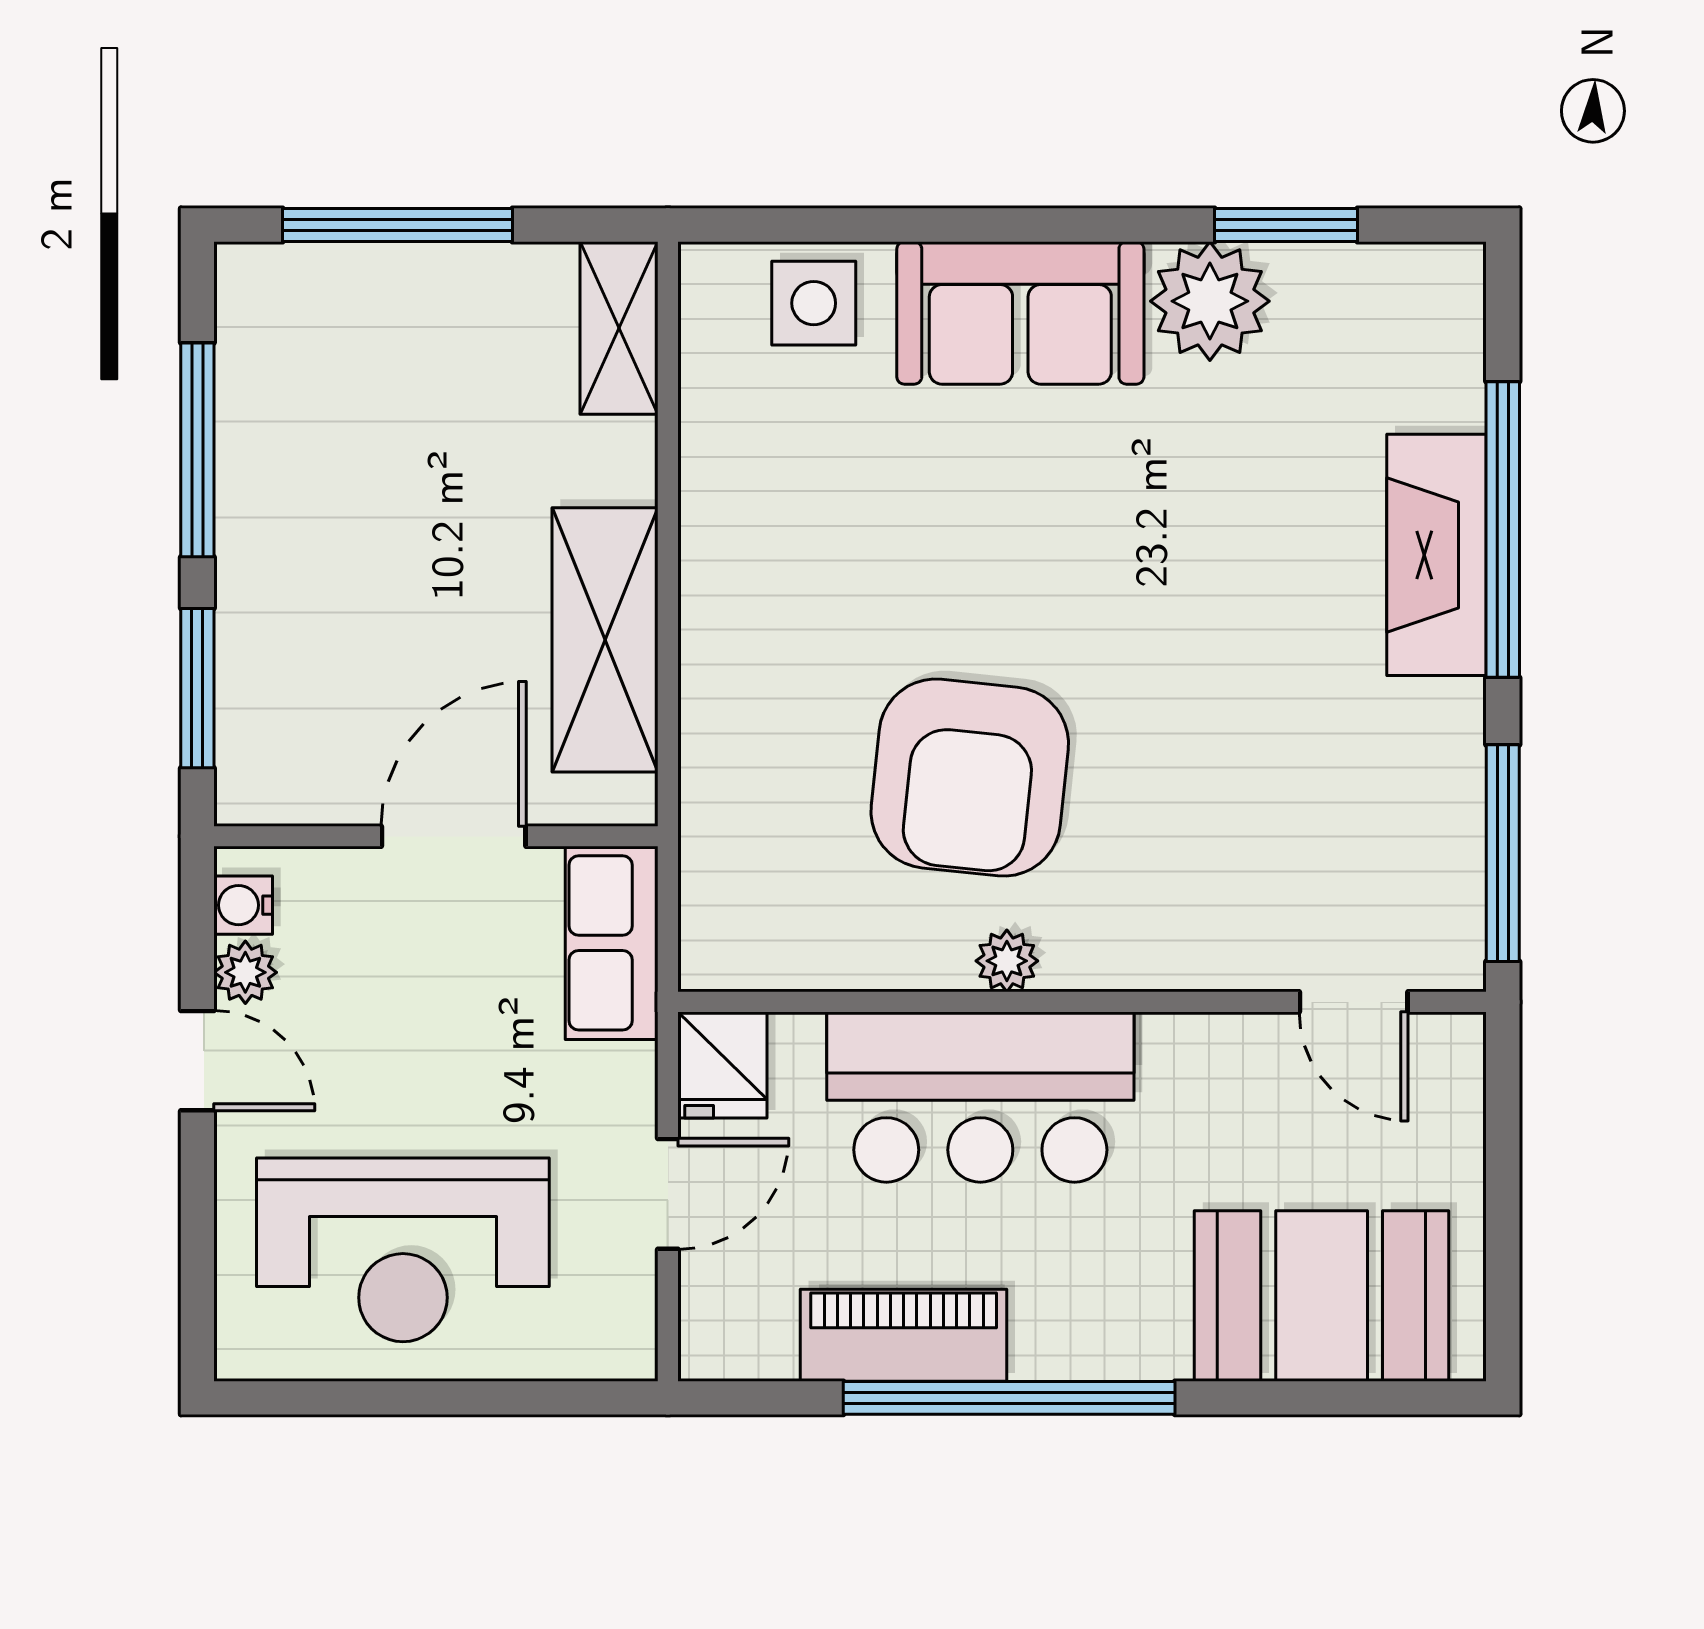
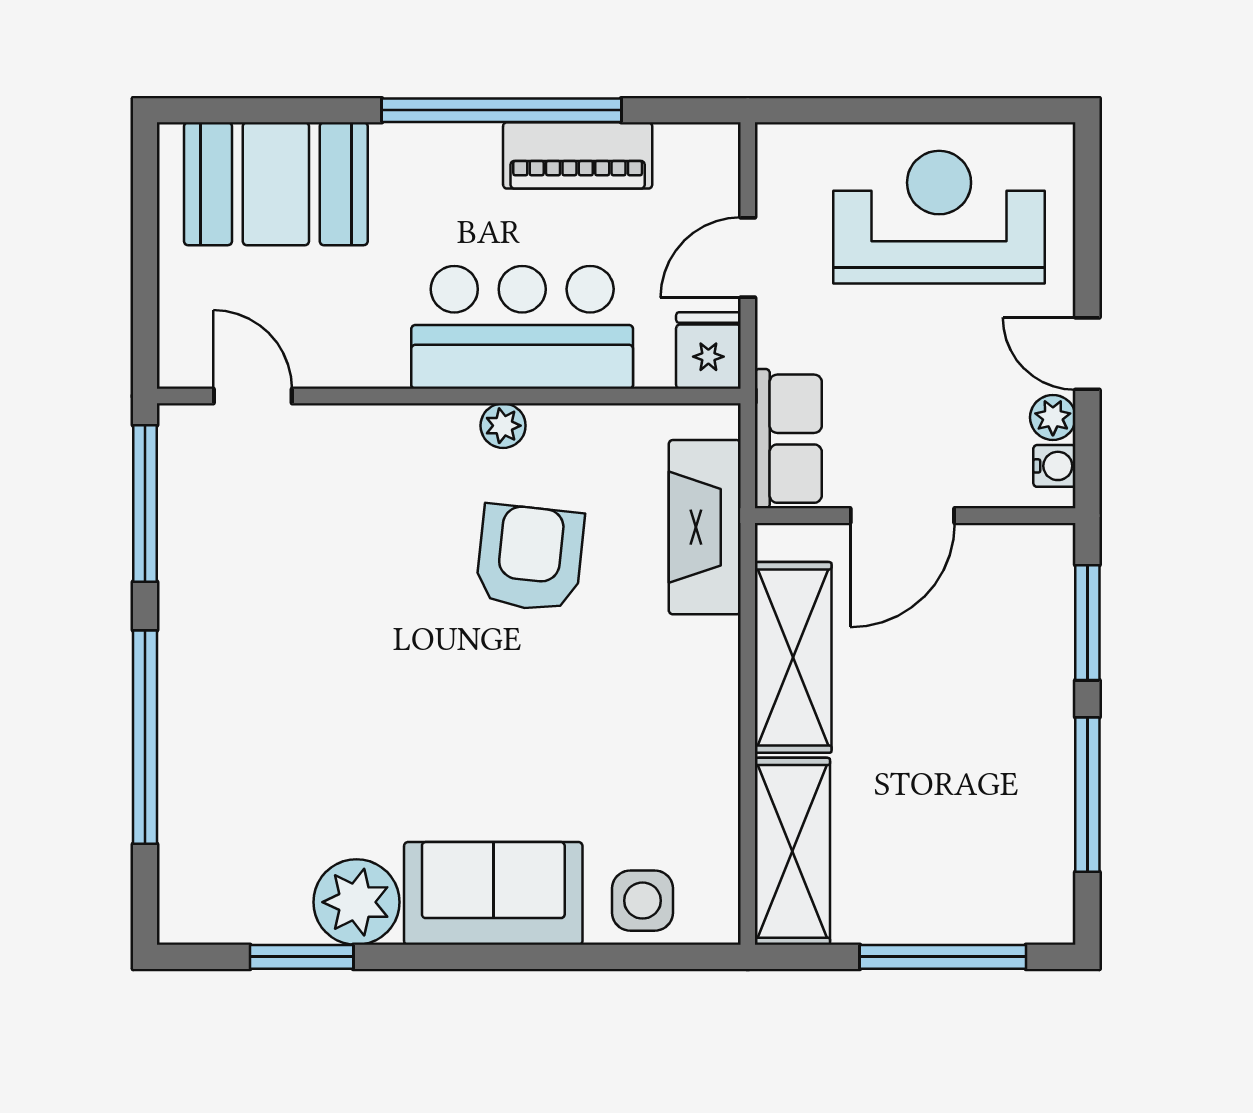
shelving: (619, 328) -> (792, 851), width x1.50, depth x1.33
fireplace: (1437, 555) -> (705, 527), moved, turned 180
armchair: (970, 778) -> (530, 558), width x0.73, depth x0.73

